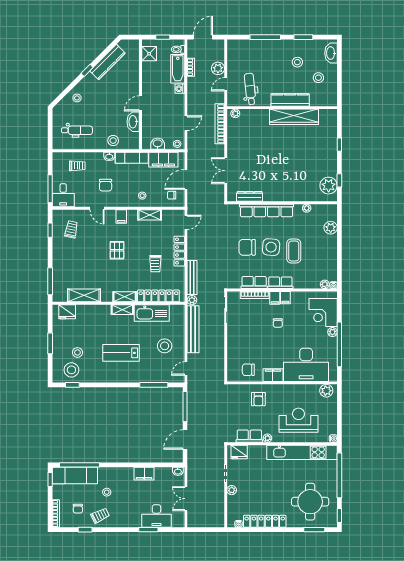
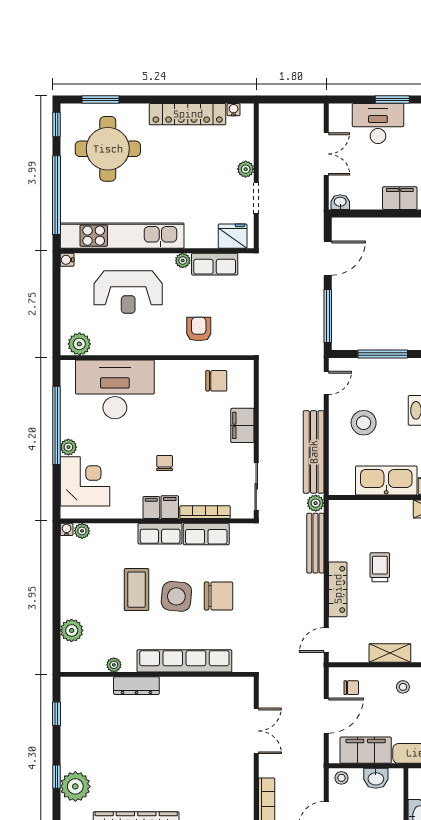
plant: (329, 186) -> (75, 786), moved
dresser: (250, 196) -> (136, 686), moved
locker: (158, 296) -> (374, 510), removed
filing cabinet: (273, 375) -> (242, 425), moved, turned 90

